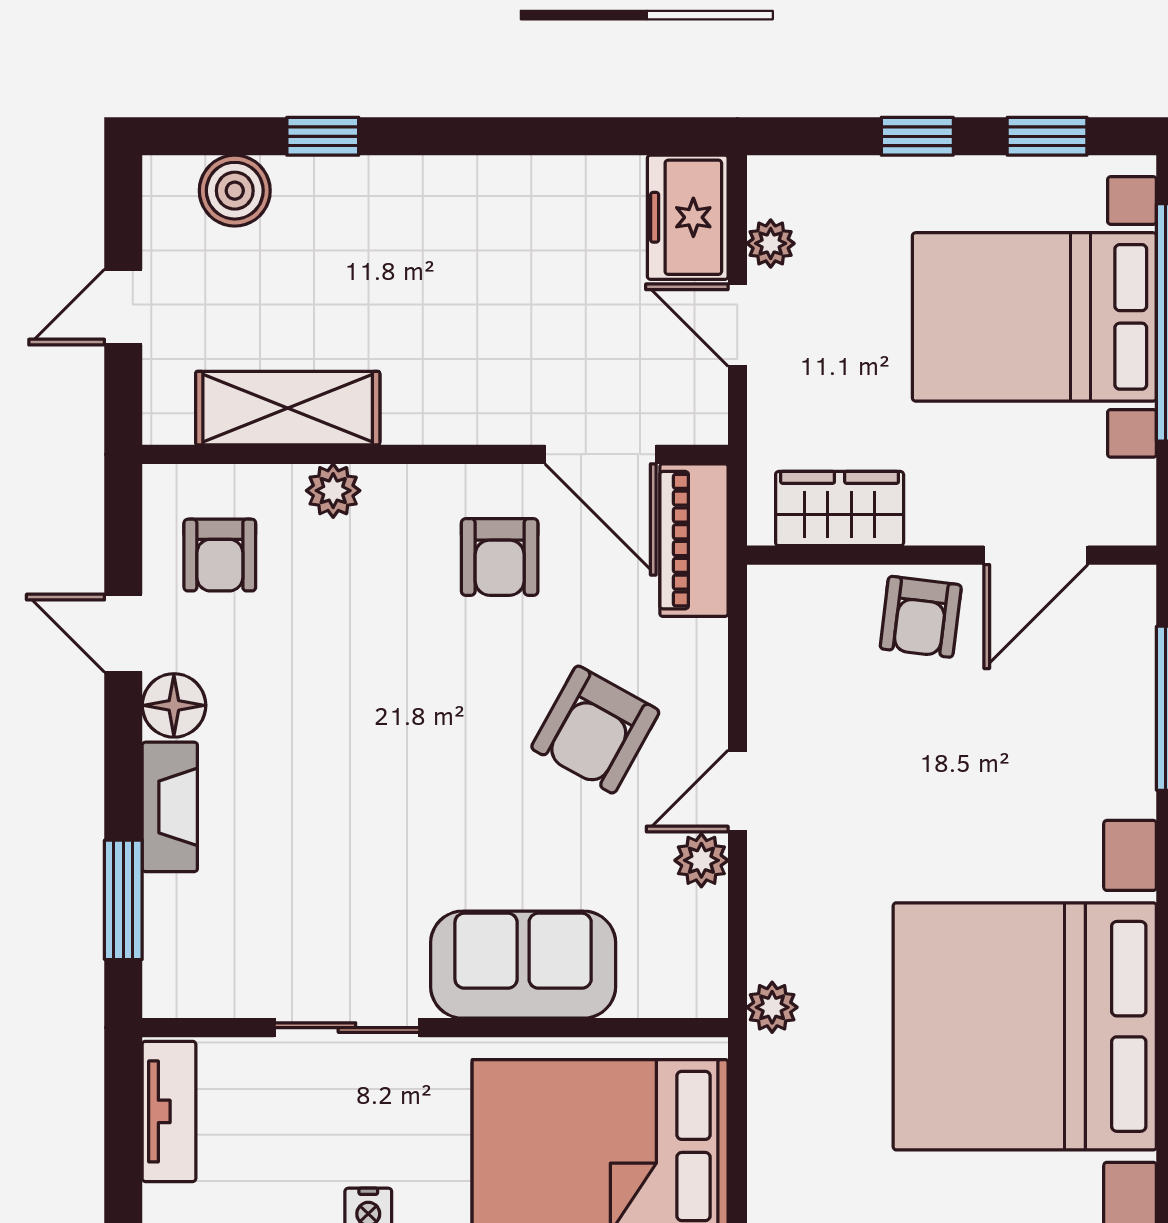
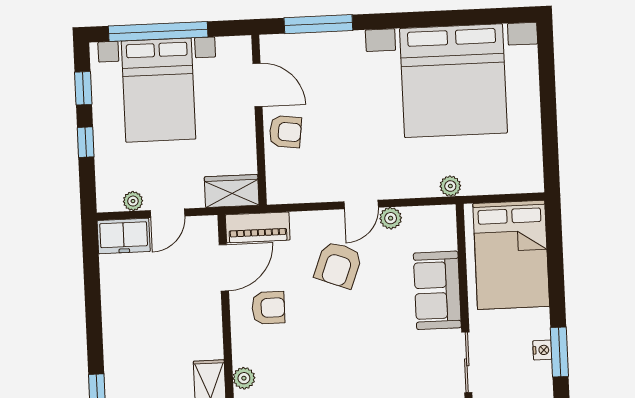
wardrobe: (840, 509) -> (232, 191), moved, turned 90
armchair: (595, 730) -> (338, 265), turned 82
door: (737, 791) -> (361, 204), hinge flipped

